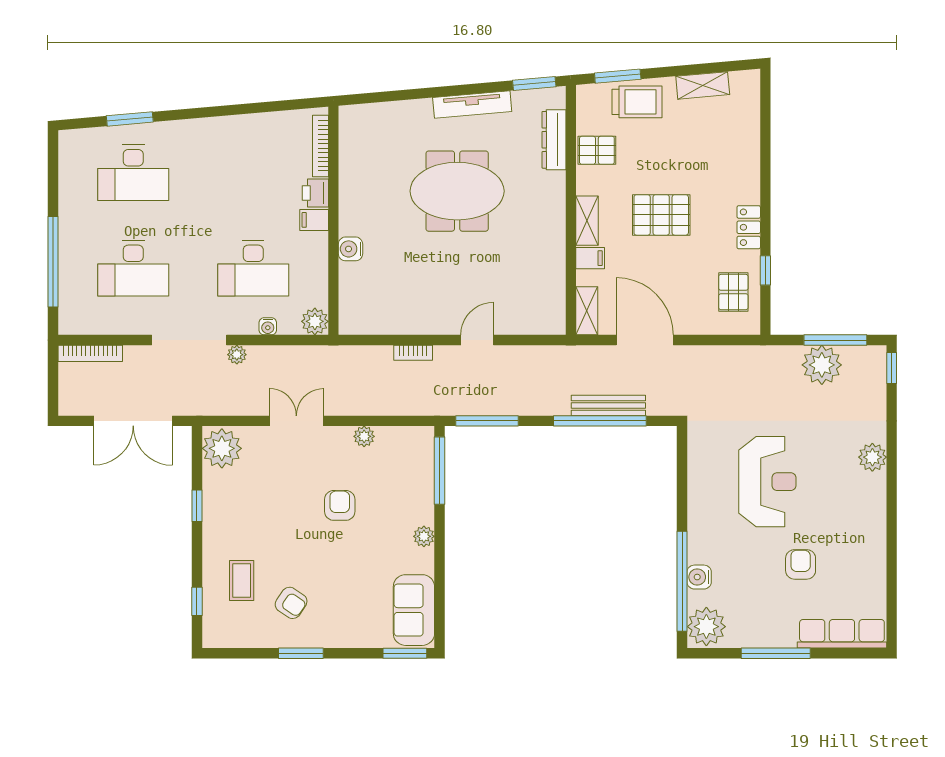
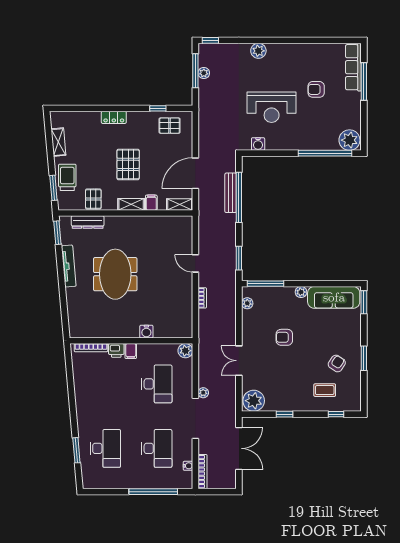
locker: (749, 227) -> (114, 117), moved
water cooler: (268, 326) -> (188, 466), moved
plant: (822, 365) -> (204, 73), width x0.53, depth x0.53
window: (487, 421) -> (239, 258), width x0.69
plant: (364, 436) -> (247, 303), moved
reception desk: (767, 482) -> (272, 107), turned 180
water cooler: (699, 577) -> (258, 144), moved
sofa: (414, 610) -> (334, 297), width x1.36
window: (776, 653) -> (364, 82), moved

